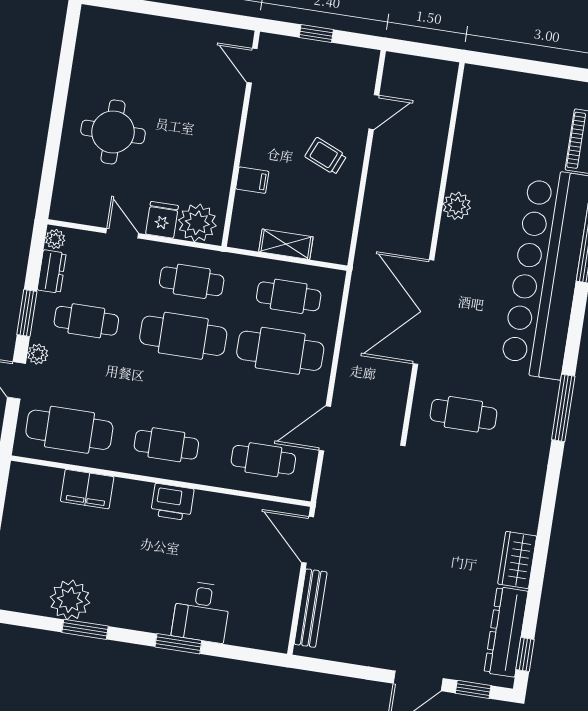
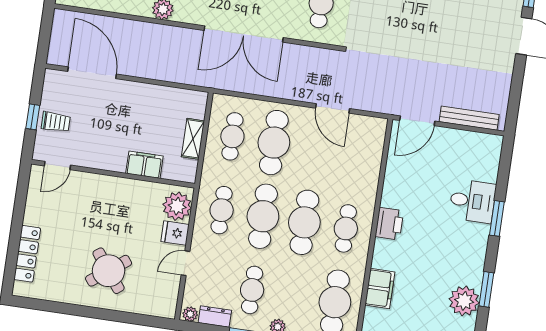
locker: (136, 25) -> (27, 254), added
door: (374, 112) -> (92, 73), width x1.88
round table: (113, 132) -> (109, 271), turned -37
trolley: (326, 156) -> (56, 122), moved, turned -113
filing cabinet: (252, 180) -> (144, 165), width x2.00
cafe table: (263, 460) -> (304, 222), moved, width x1.37, depth x1.35

